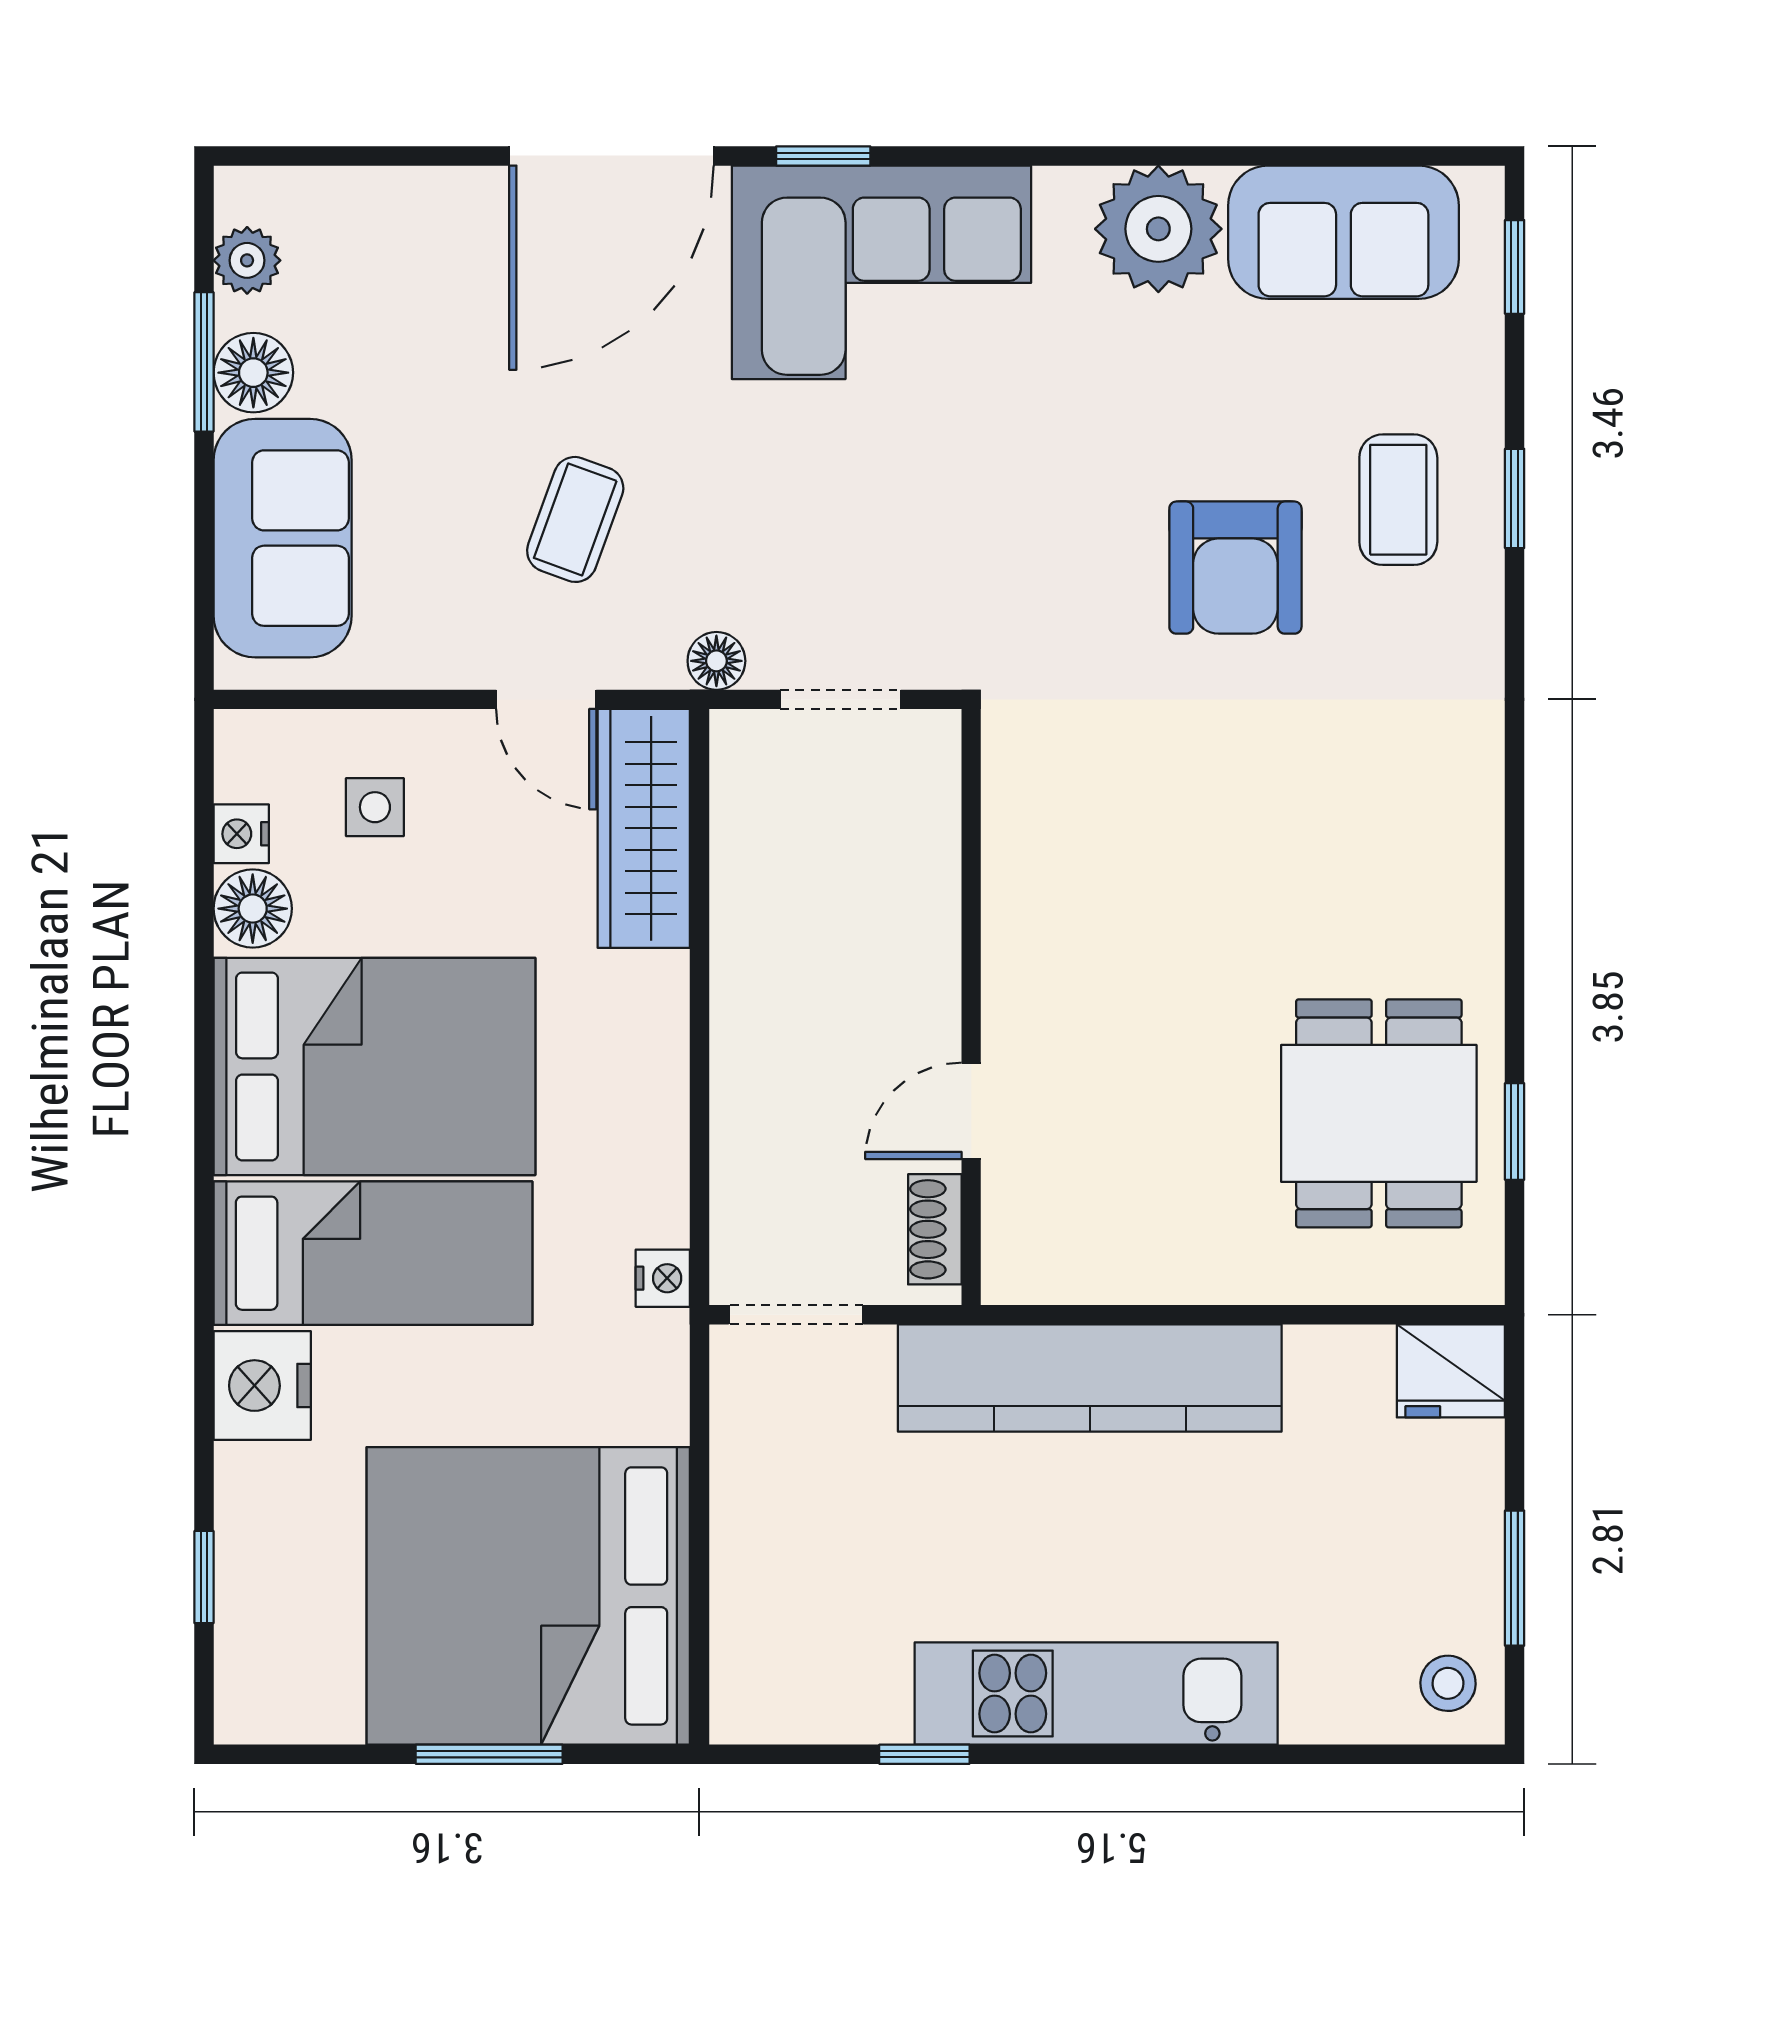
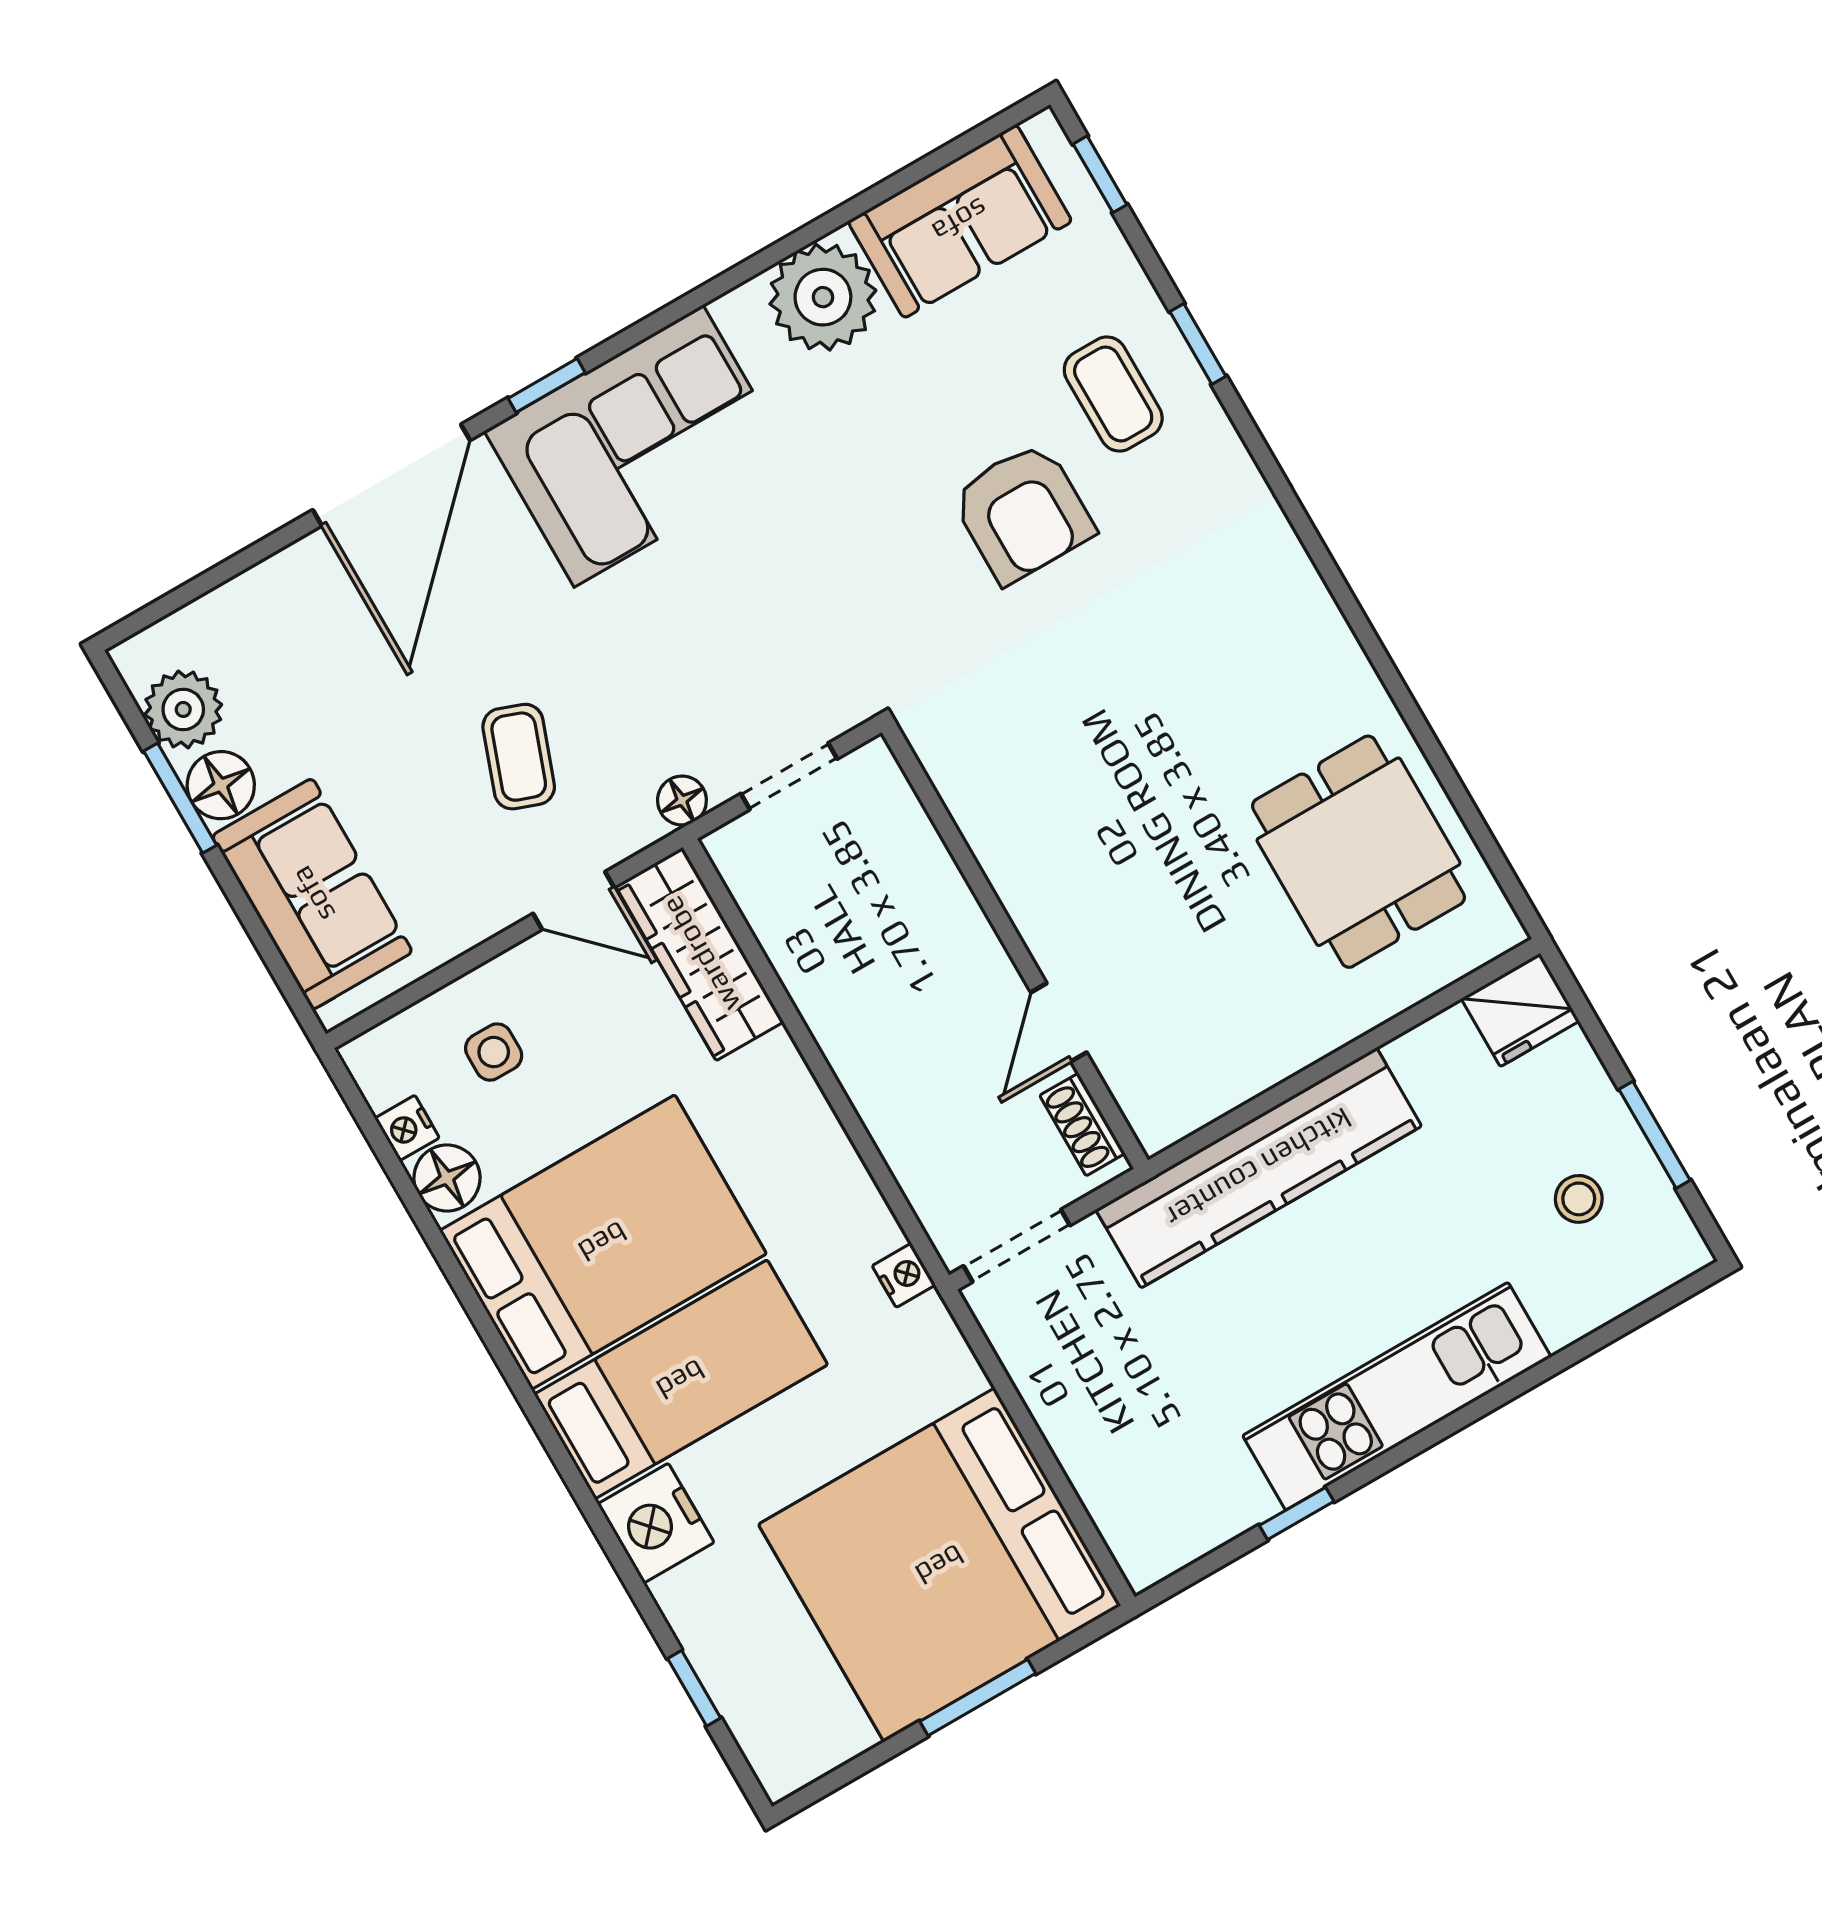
plant: (247, 260) -> (183, 709), width x1.38, depth x1.38
window: (1515, 1131) -> (1466, 808), removed
stool: (1448, 1683) -> (1579, 1199), moved

